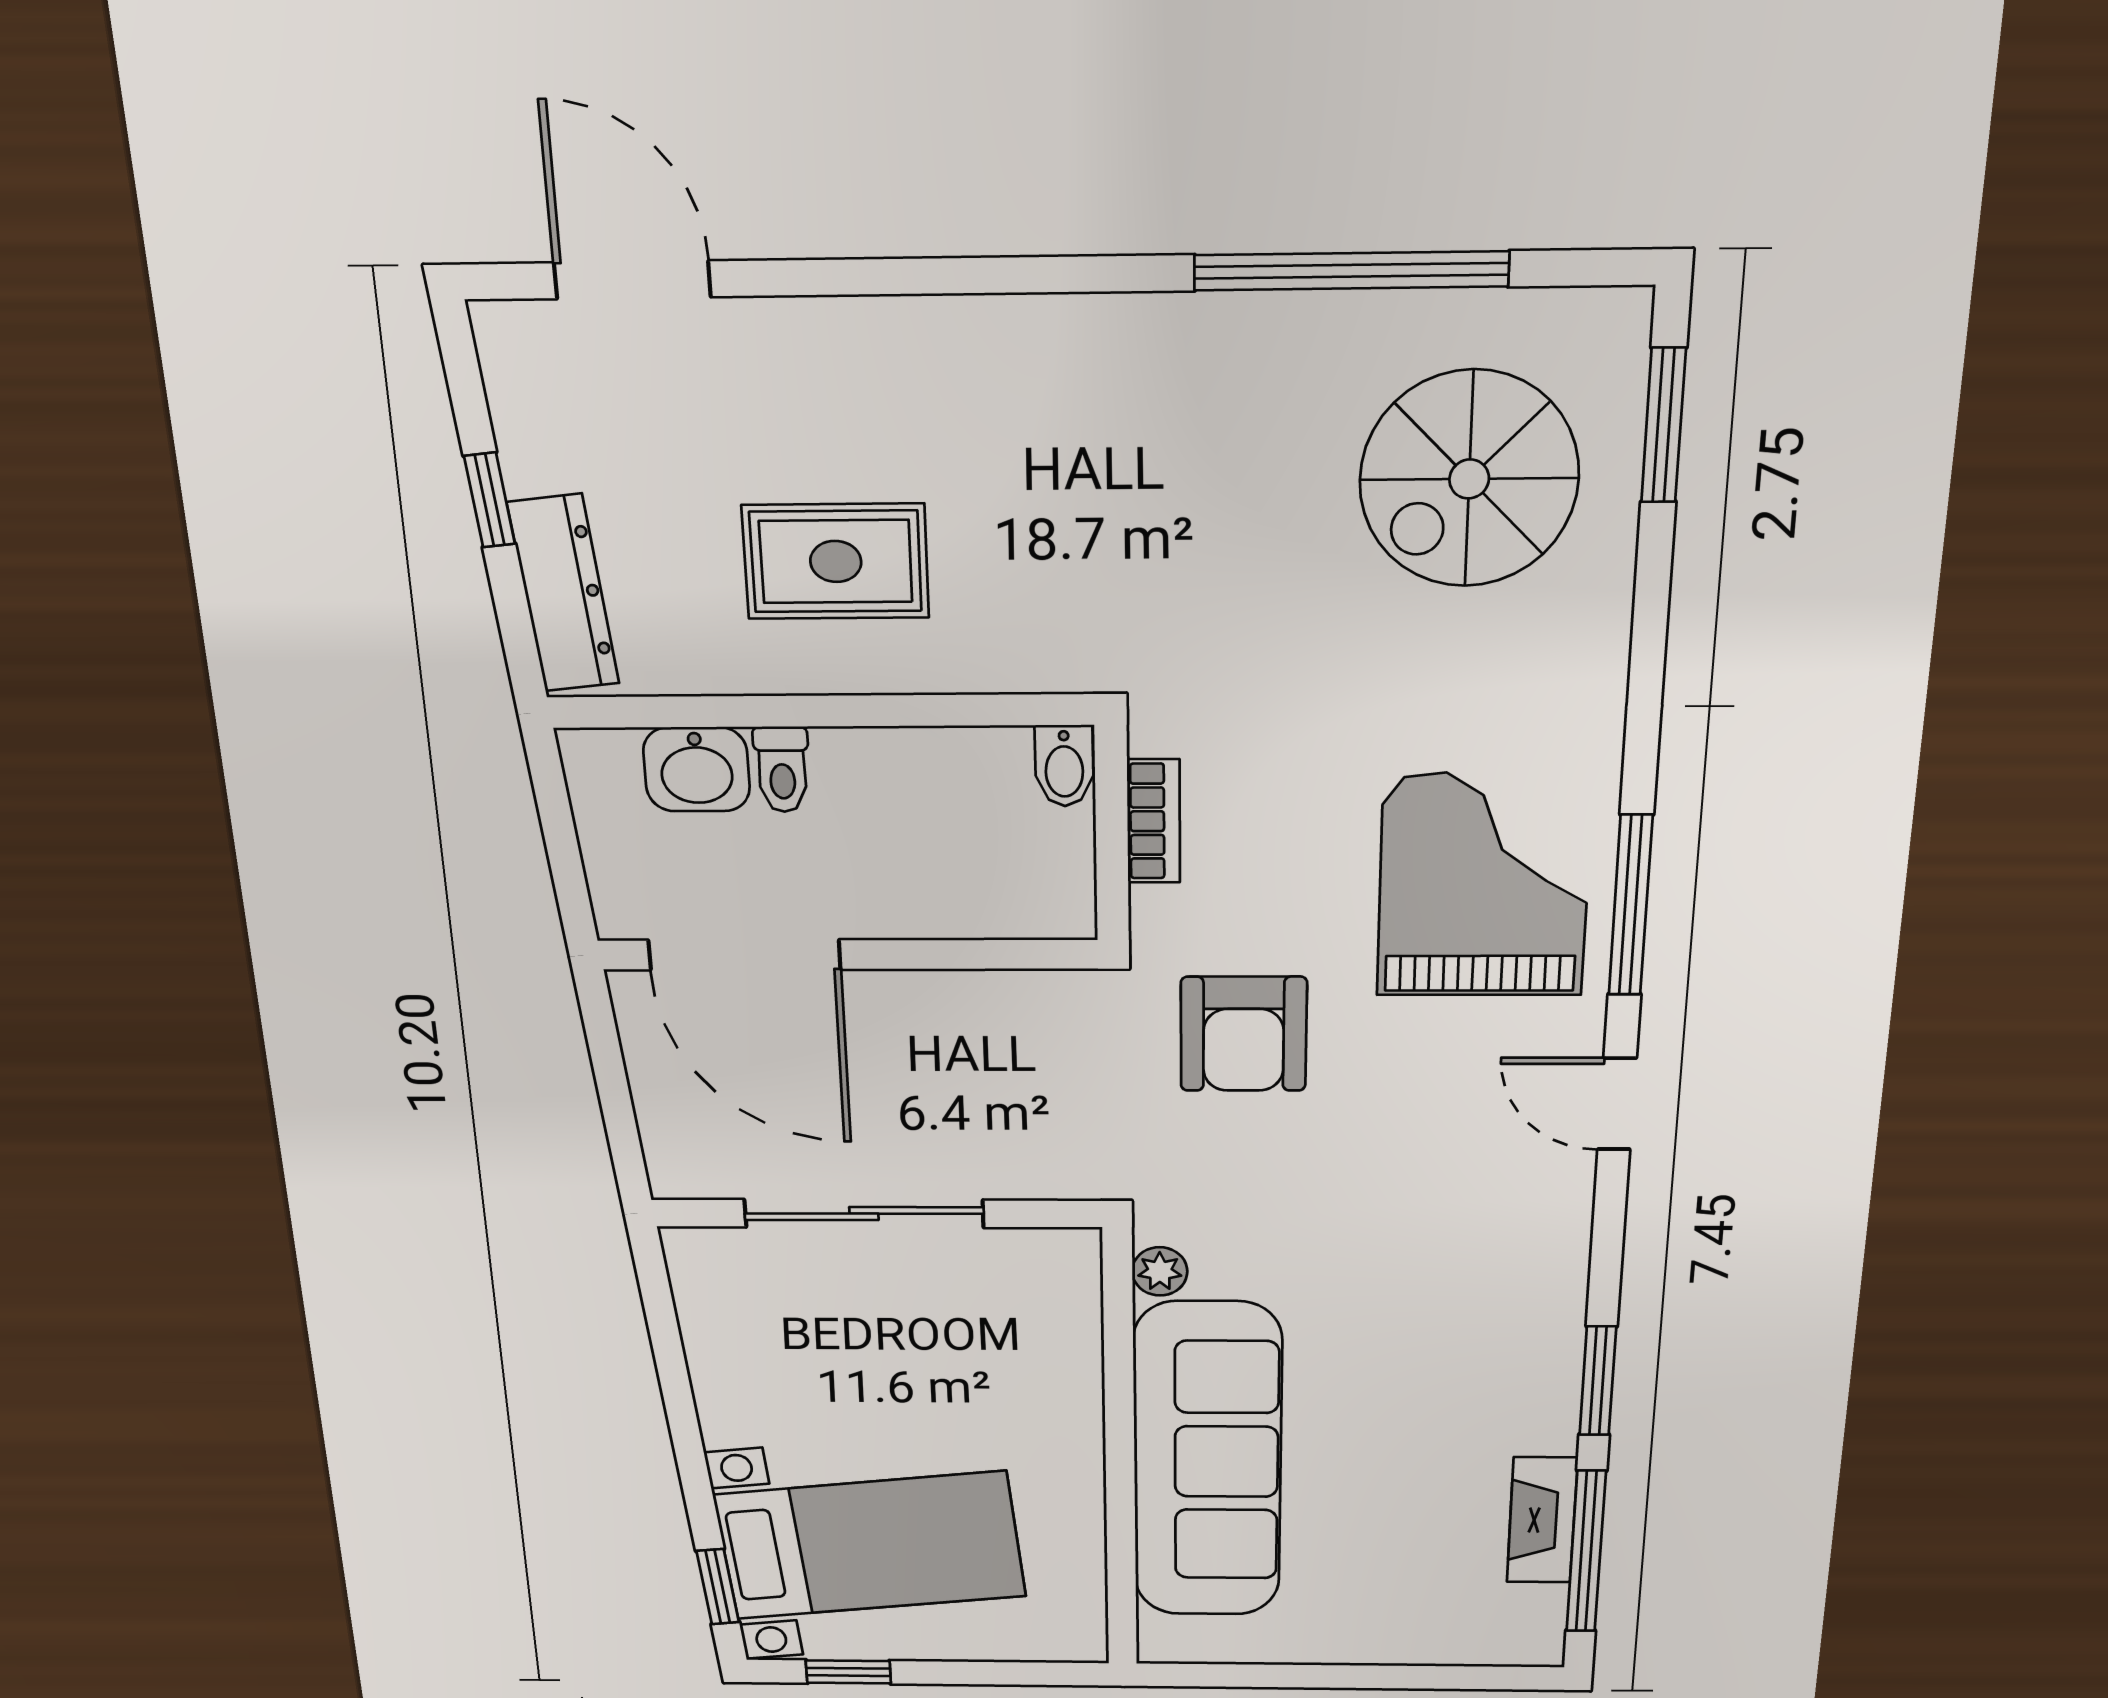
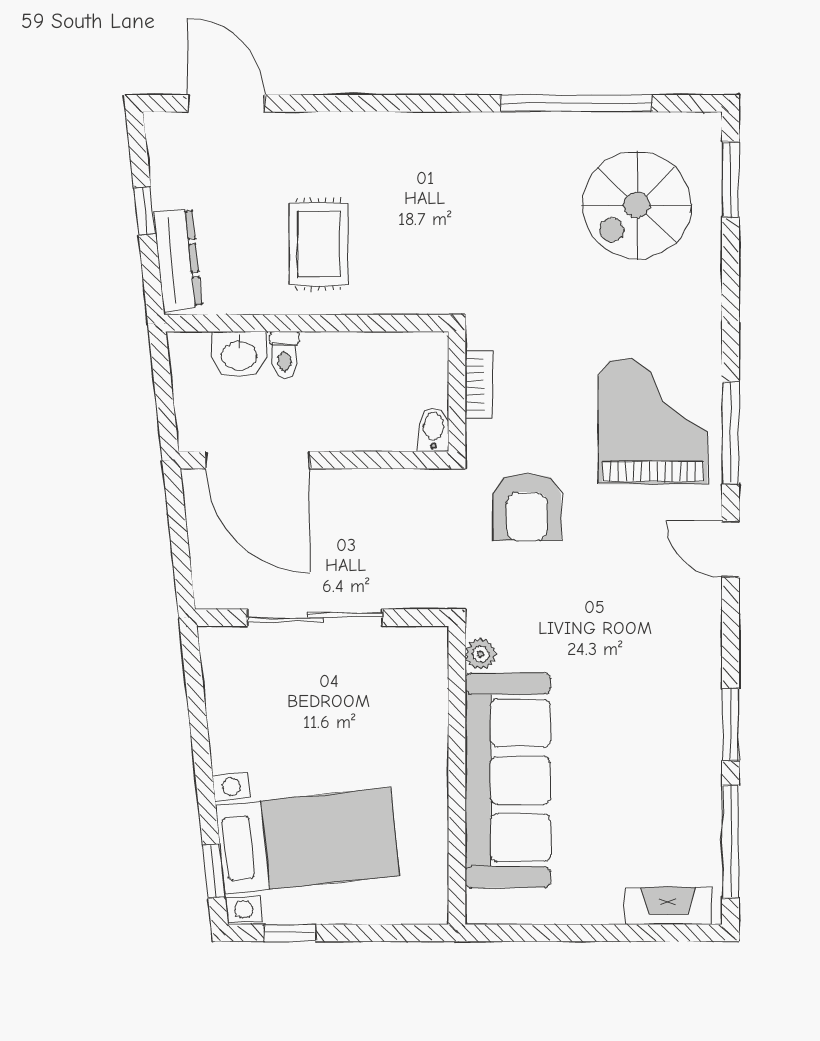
rug: (836, 561) -> (319, 244), turned 90
bidet: (1064, 766) -> (433, 430), moved, turned 180
fireplace: (1542, 1520) -> (668, 906), moved, turned 90

